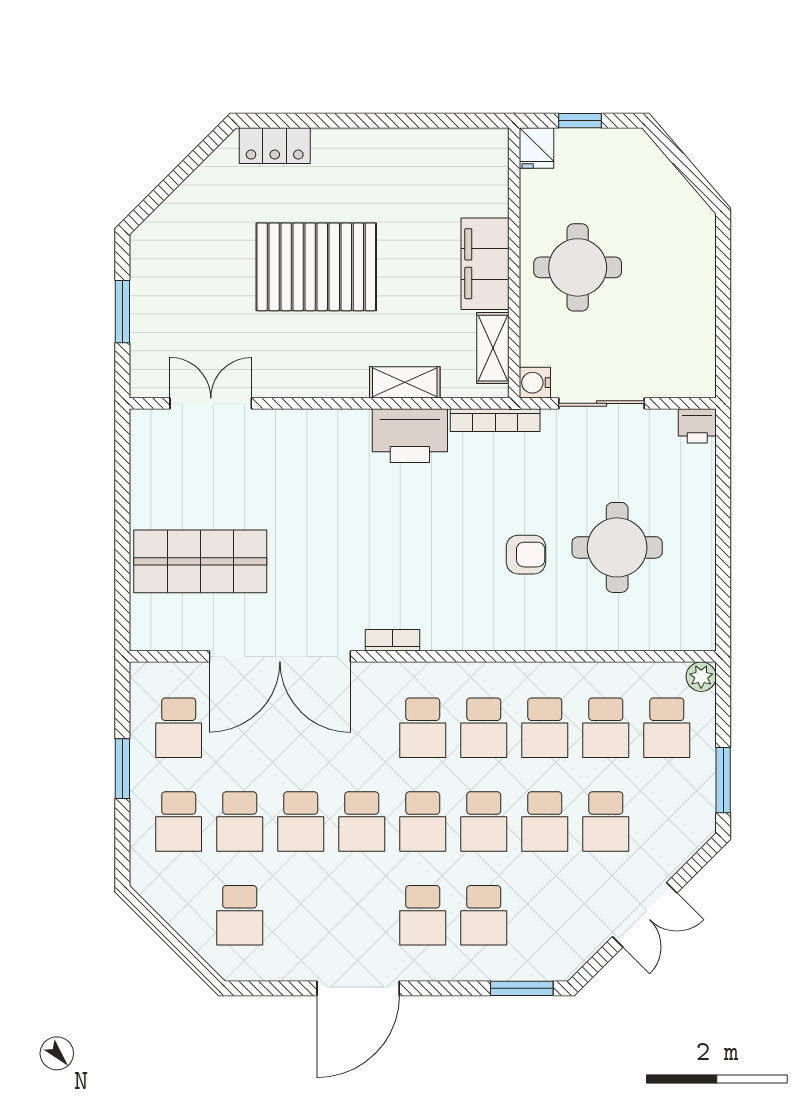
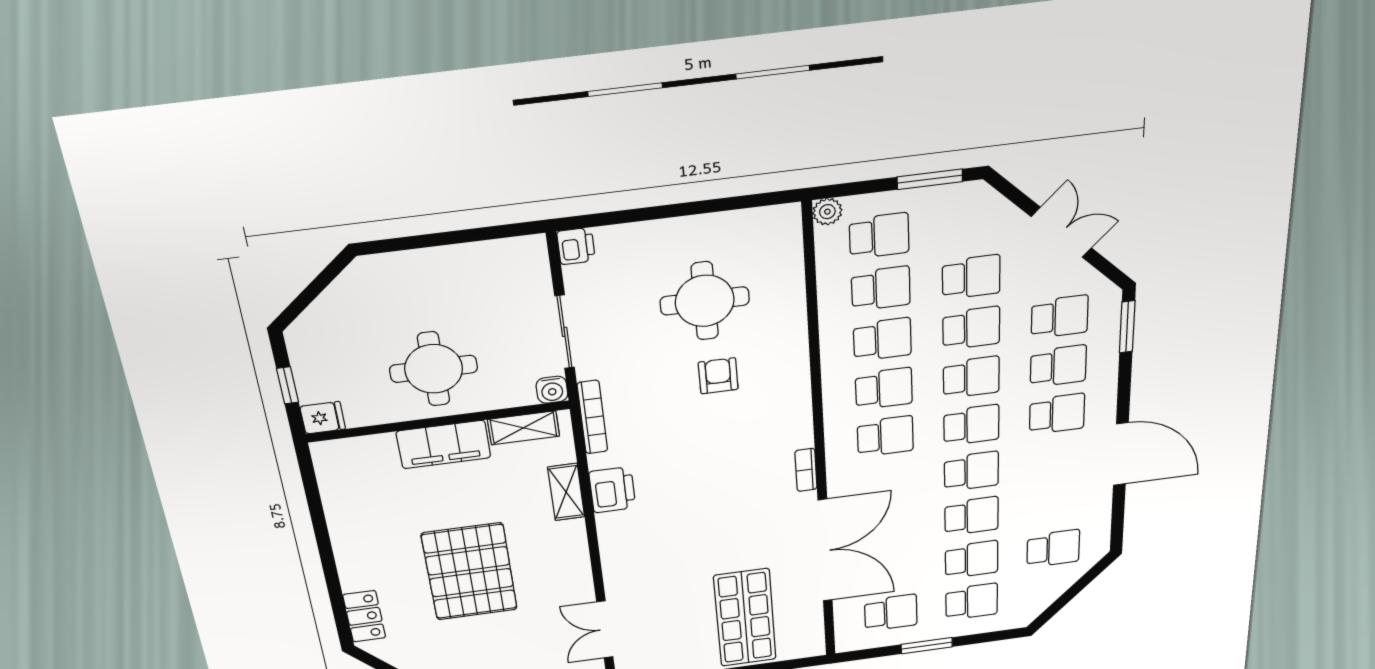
printer: (410, 436) -> (612, 490), width x0.73, depth x0.84
school desk: (545, 915) -> (1060, 317), added

